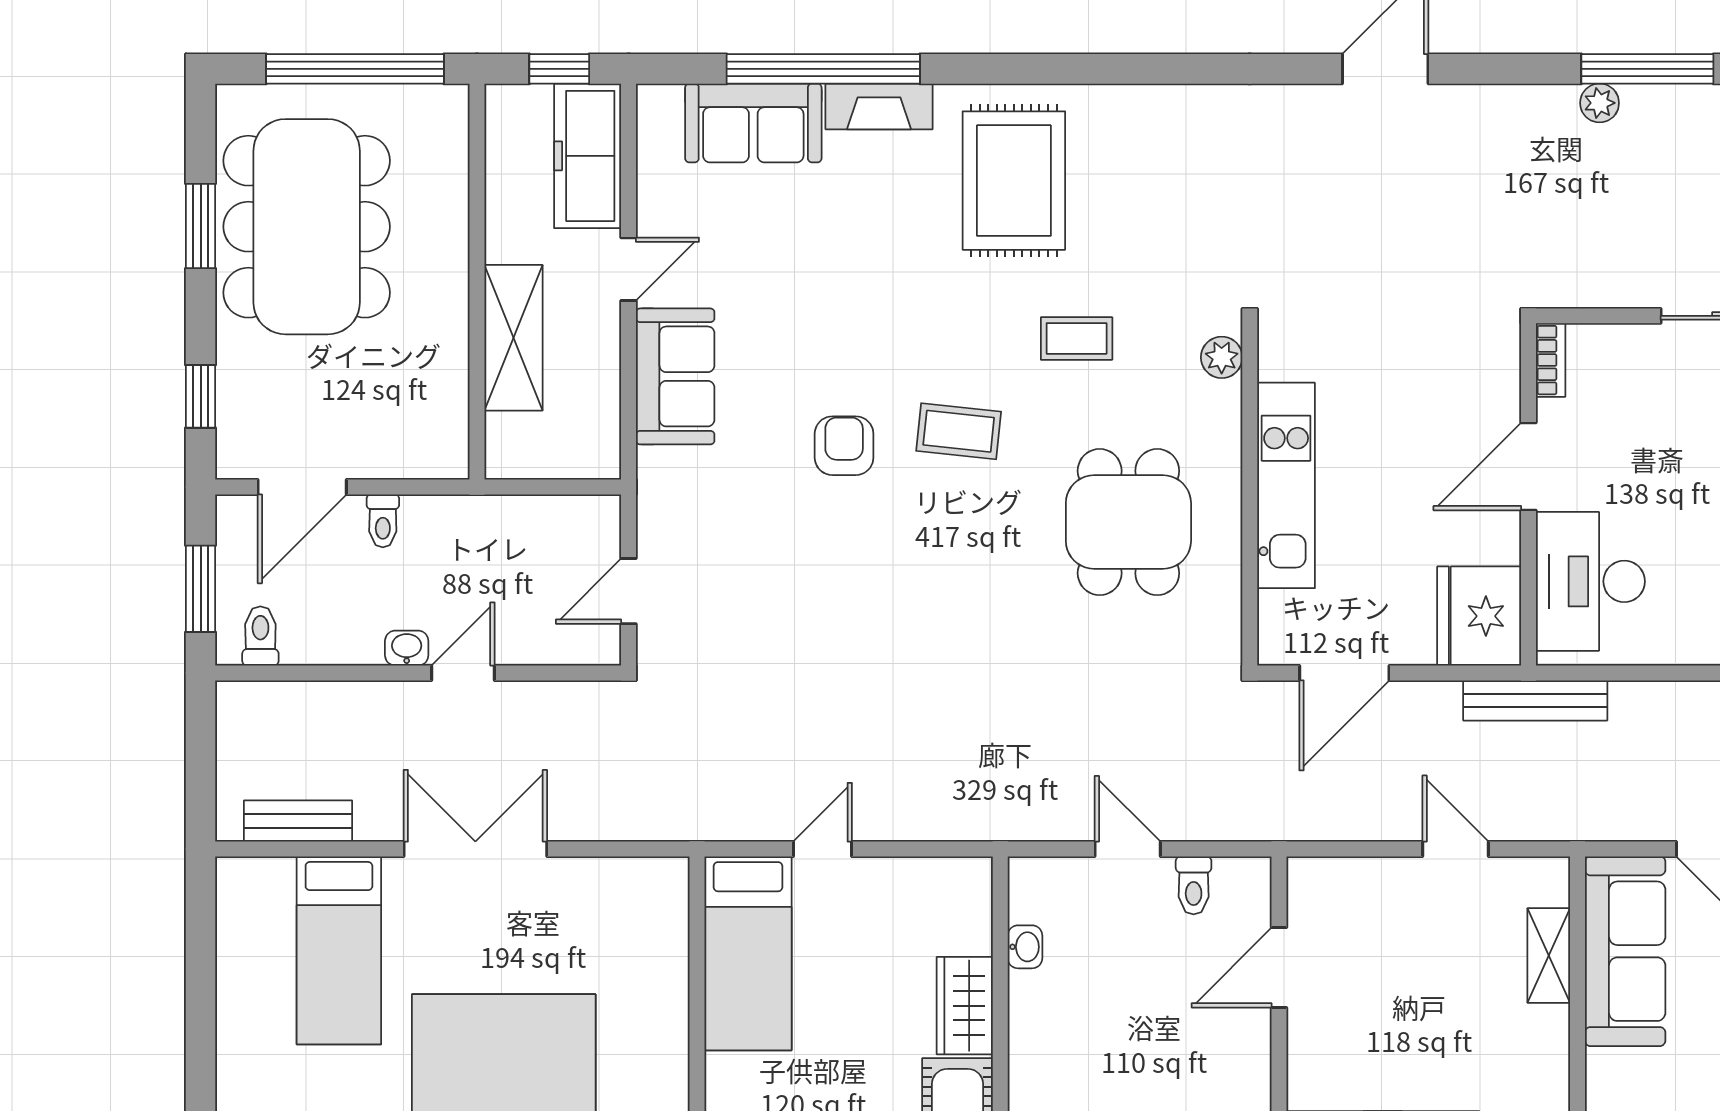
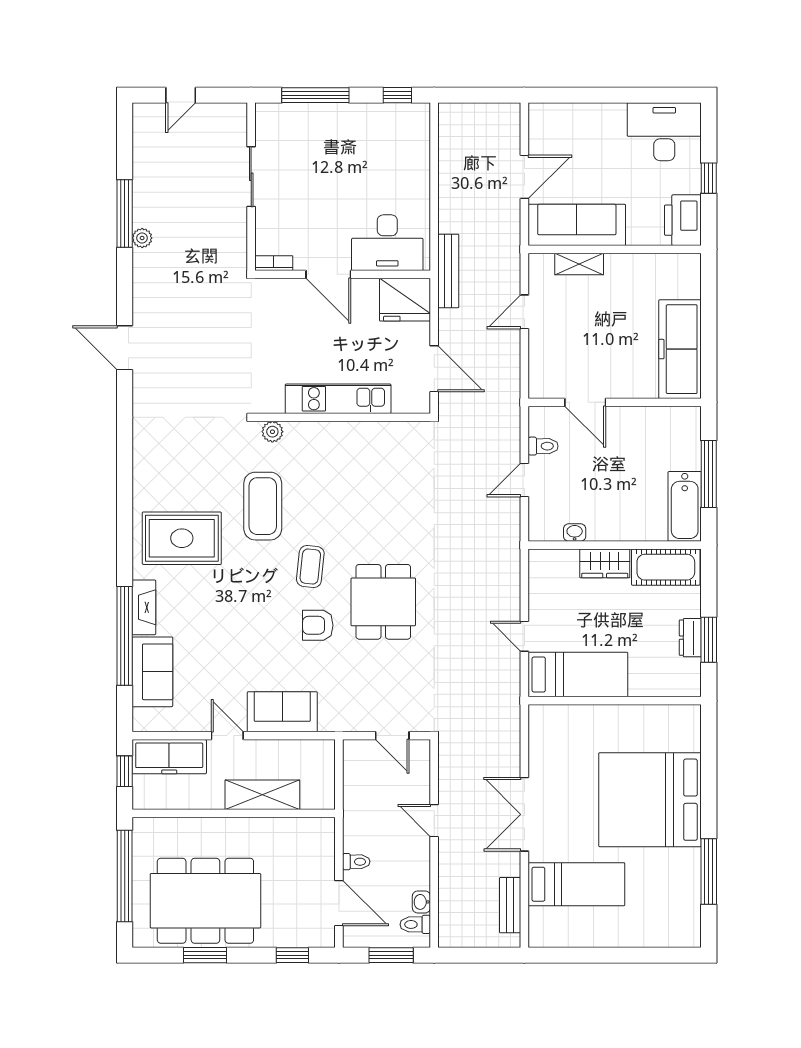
coffee table: (1077, 338) -> (263, 506), width x1.86, depth x1.72
dining table: (1128, 522) -> (383, 602), moved, turned 90
washbasin: (407, 648) -> (421, 902), moved

